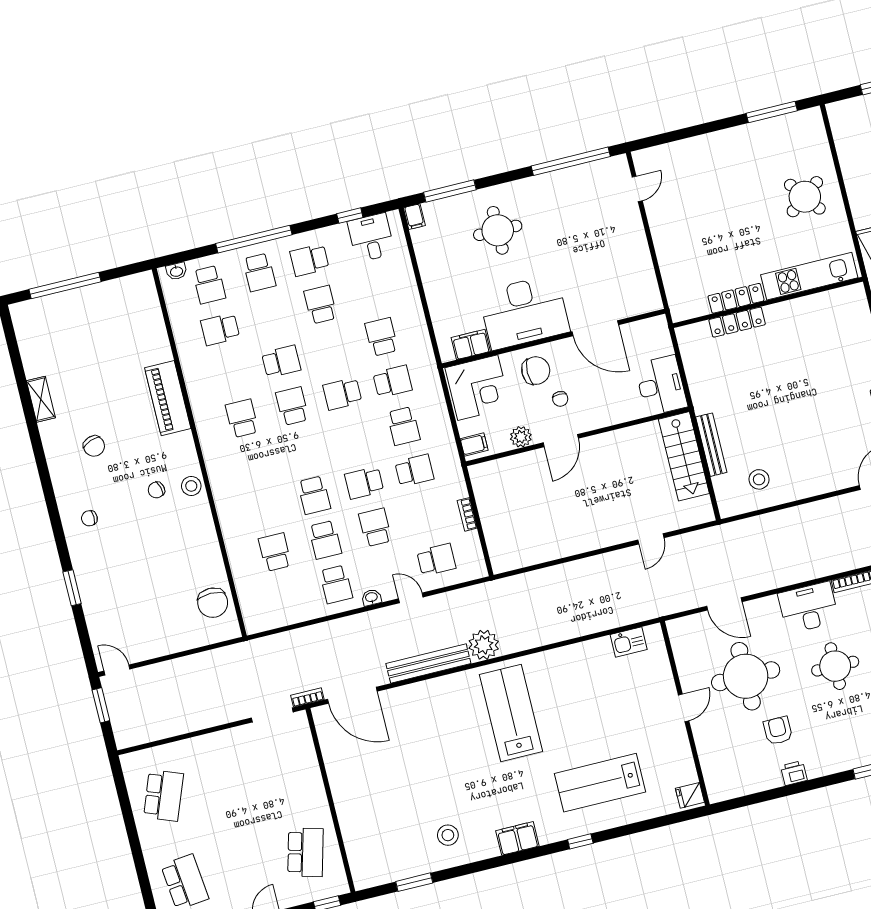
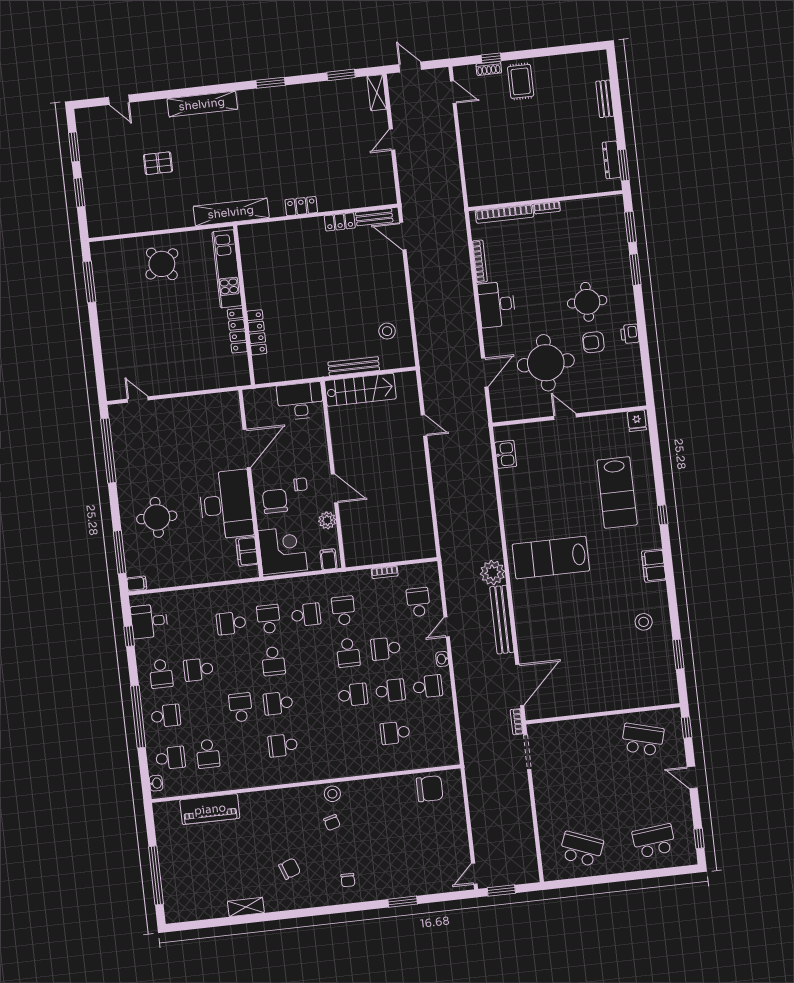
piano: (168, 398) -> (210, 809), moved
round table: (835, 666) -> (587, 302), moved

